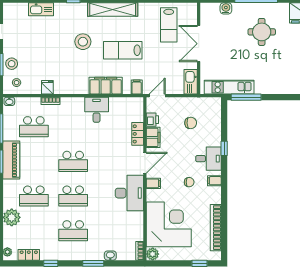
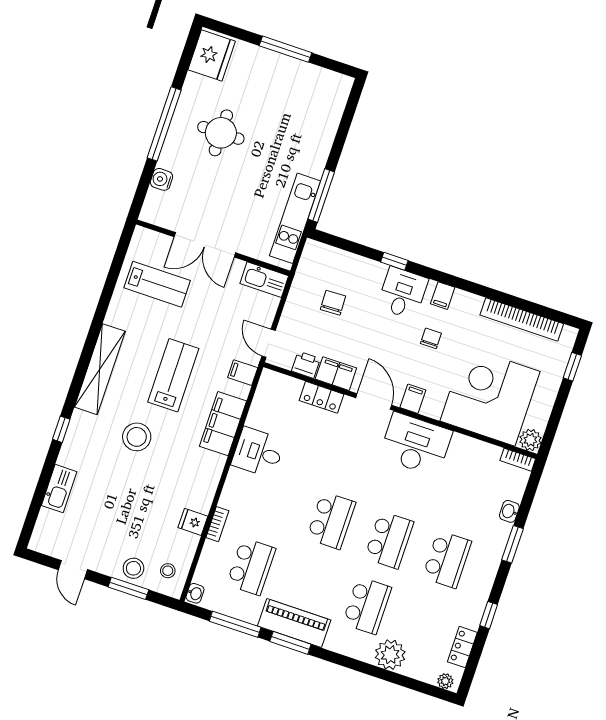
lab bench: (123, 50) -> (173, 375), turned 180

